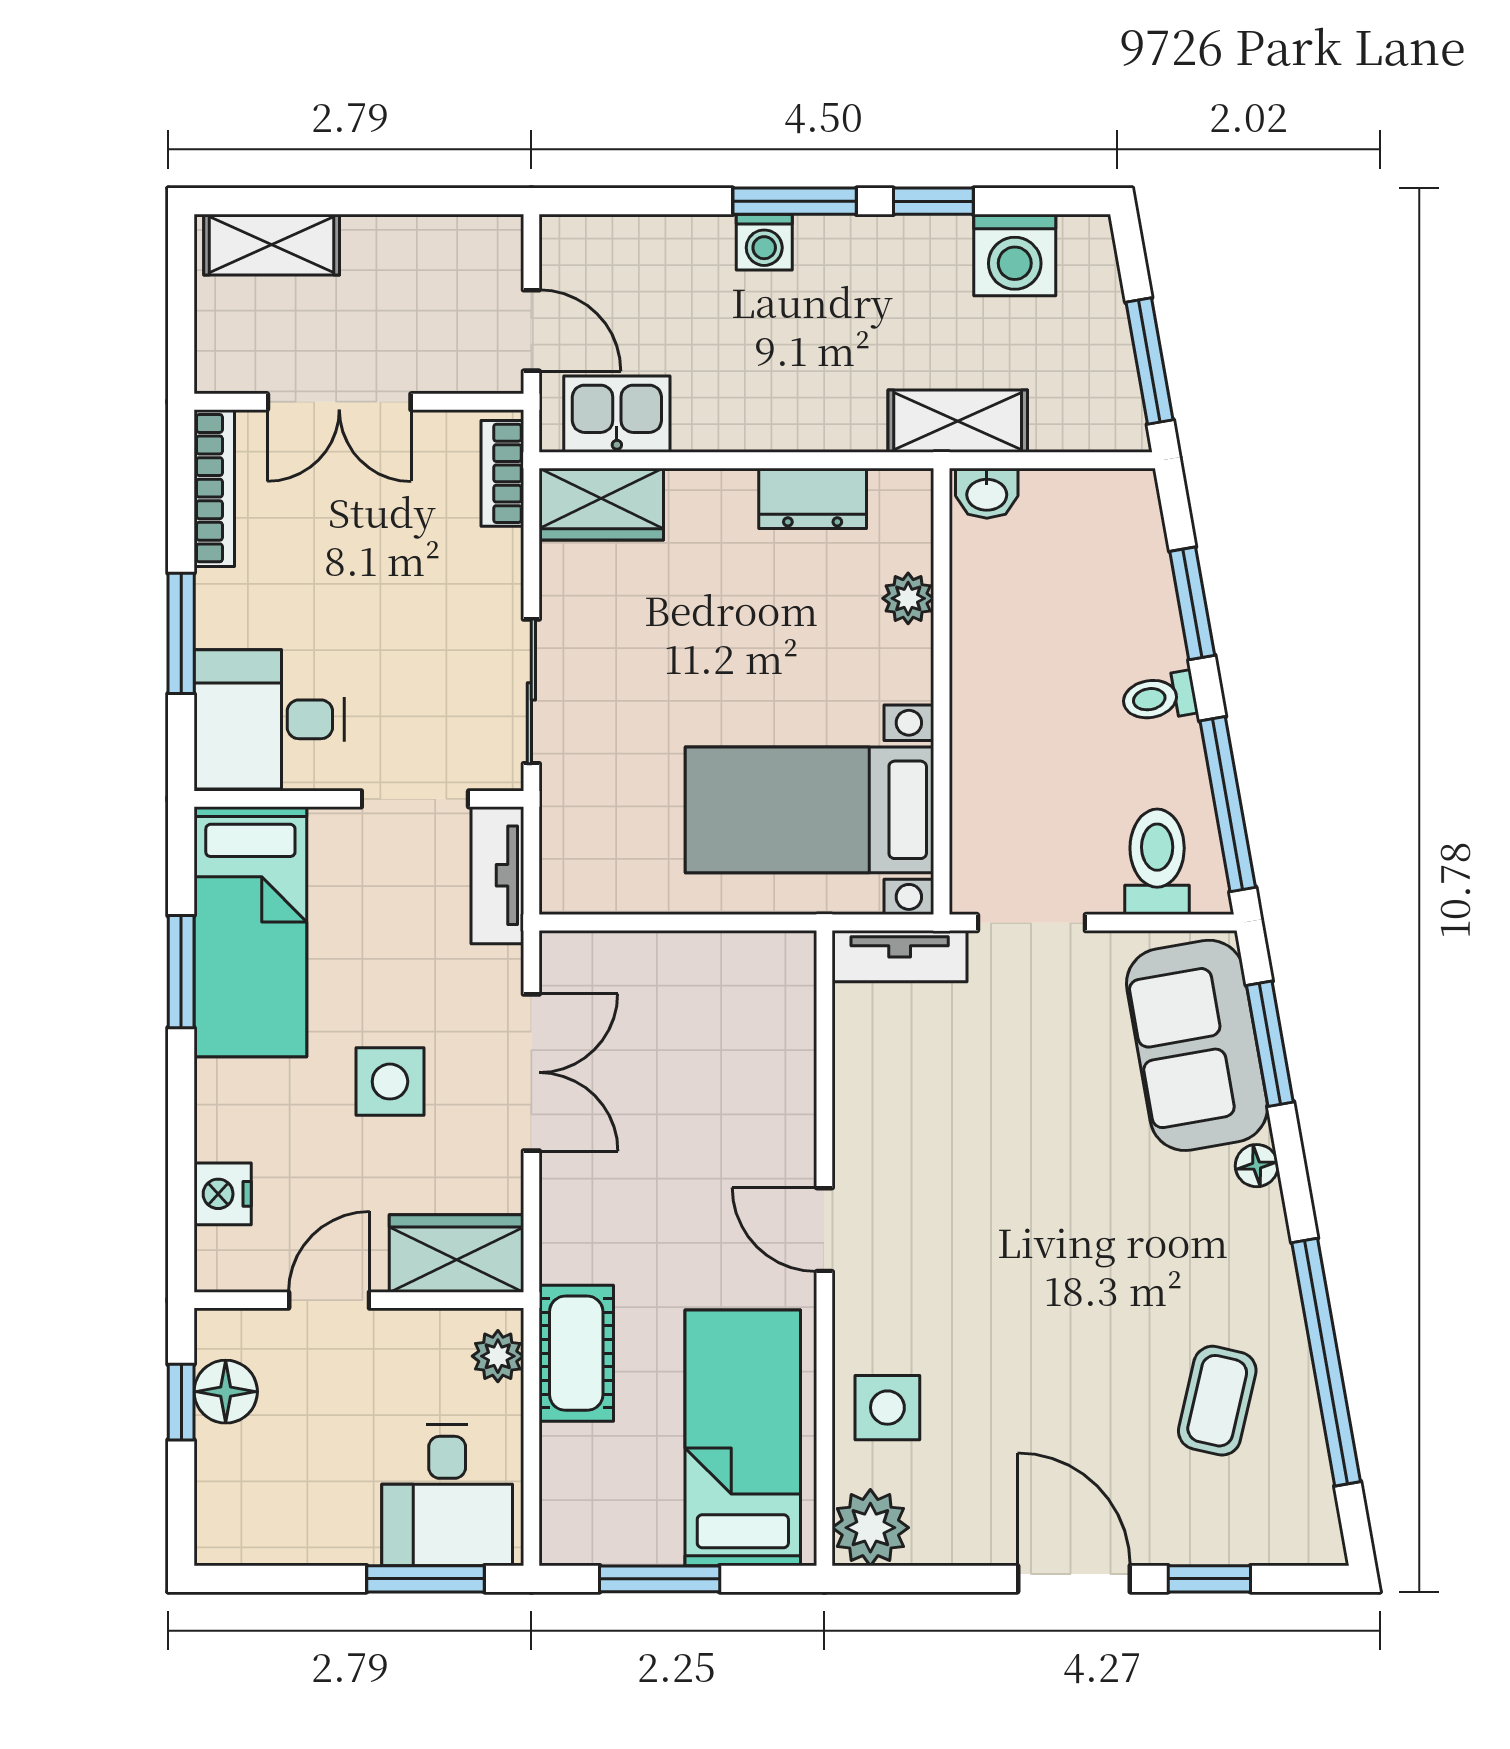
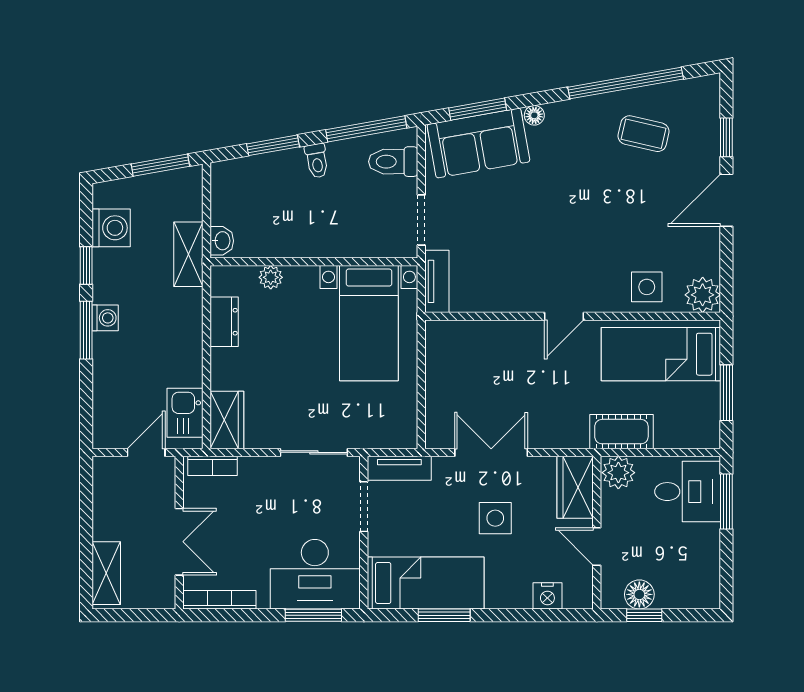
washing machine: (764, 242) -> (105, 318), moved
window: (181, 633) -> (313, 615), moved
desk: (269, 719) -> (315, 574), width x1.37
plant: (498, 1356) -> (618, 473), width x1.38, depth x1.38

